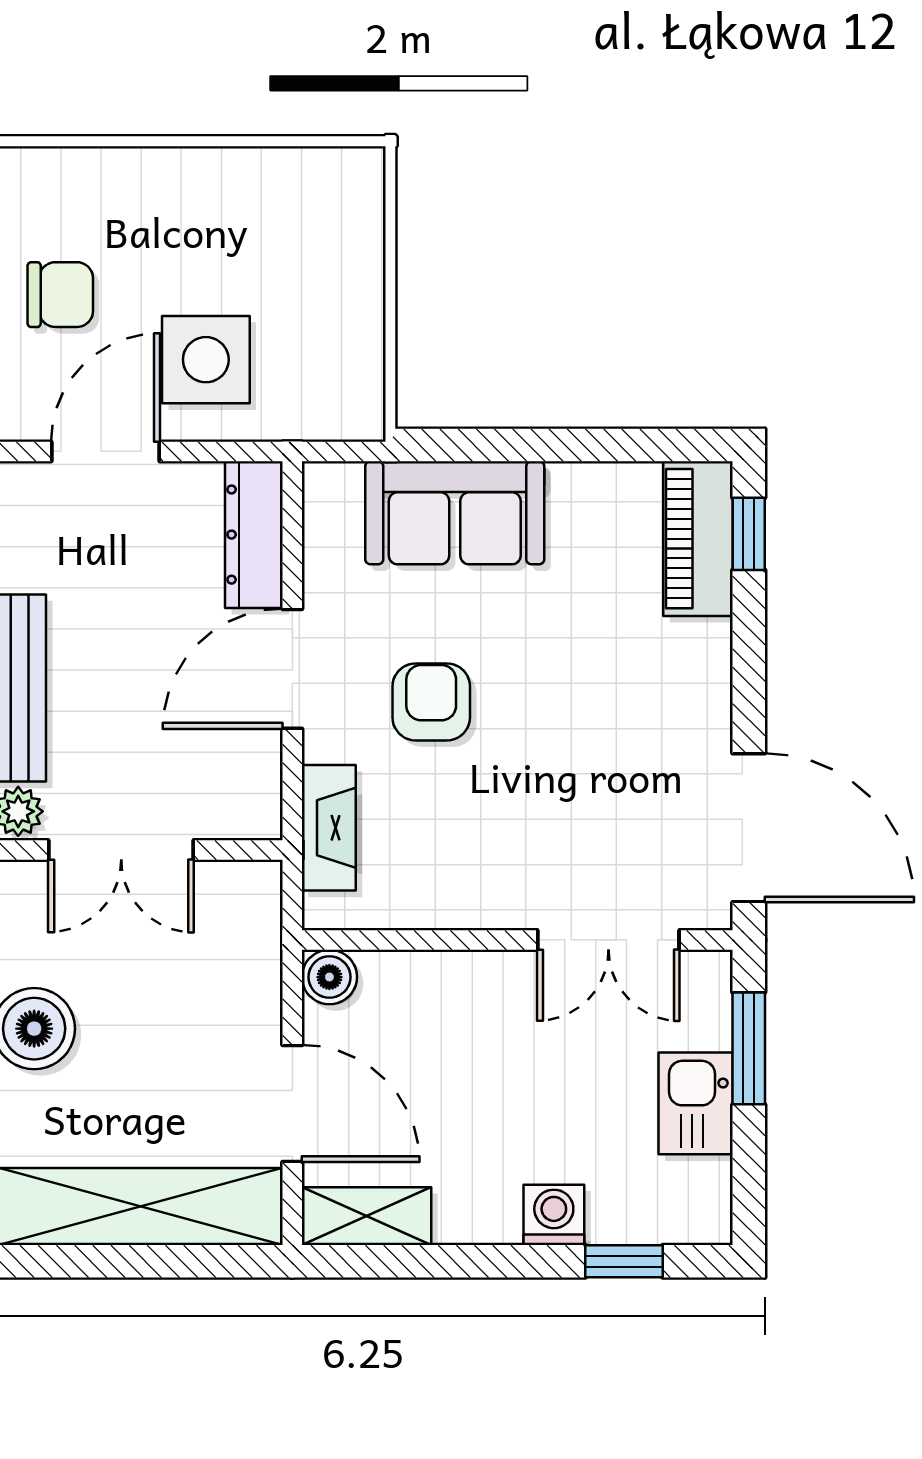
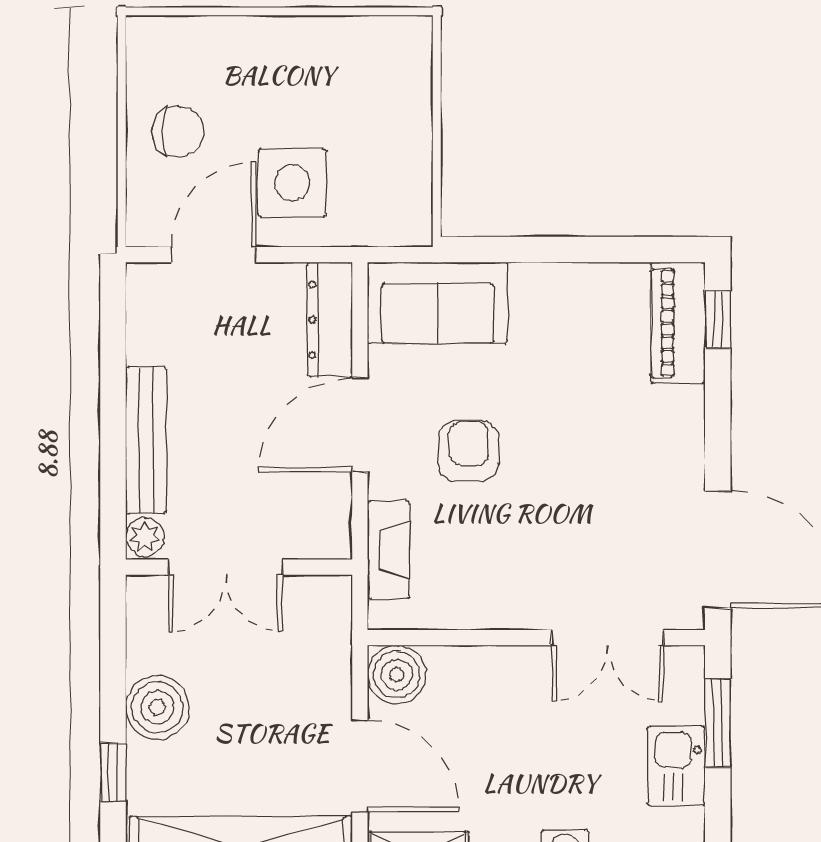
sofa: (455, 513) -> (438, 303), moved
boiler: (329, 977) -> (397, 675), width x1.36, depth x1.36

